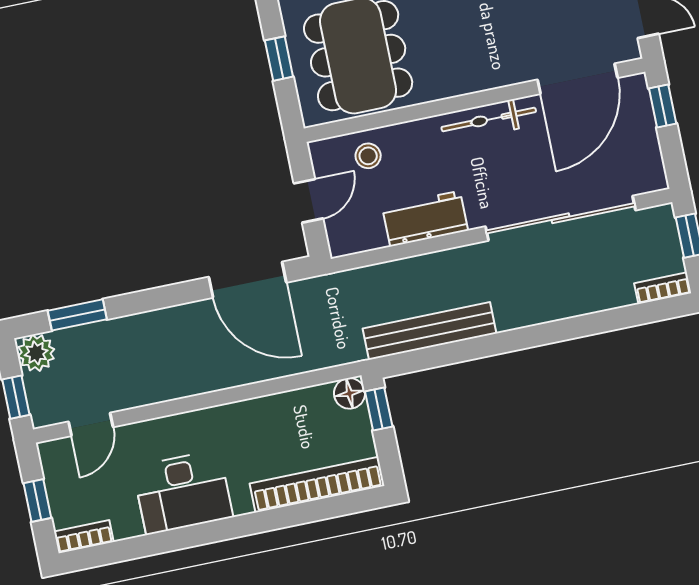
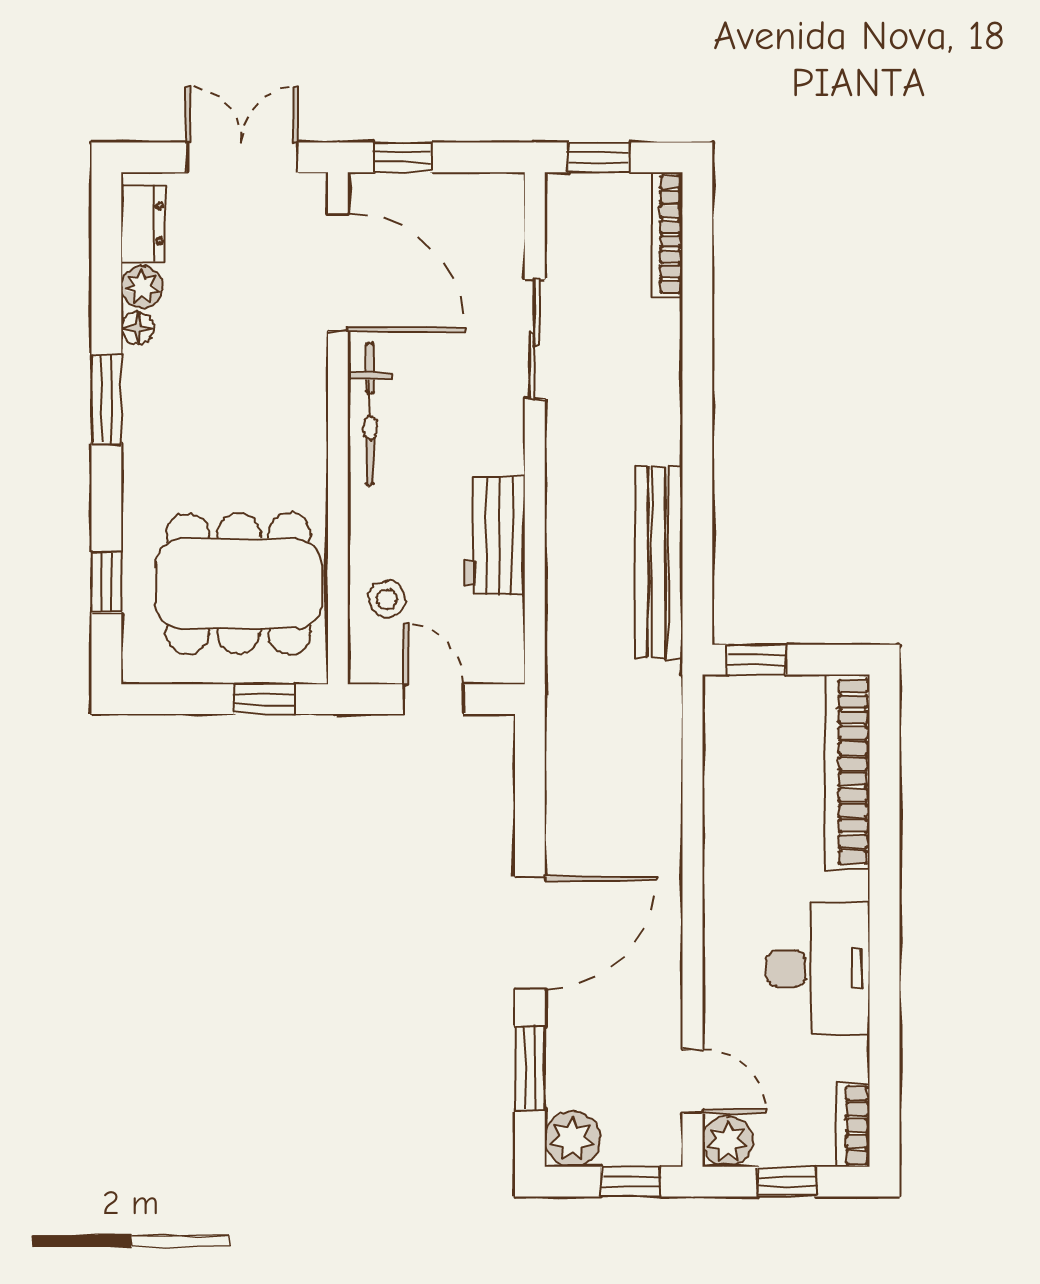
window: (279, 59) -> (264, 699), moved
sliding door: (560, 218) -> (535, 339), width x0.54
door: (248, 280) -> (530, 932), moved
bookcase: (663, 288) -> (667, 234), width x1.56
floor lamp: (349, 393) -> (725, 697), removed
plant: (56, 456) -> (728, 1141), added

